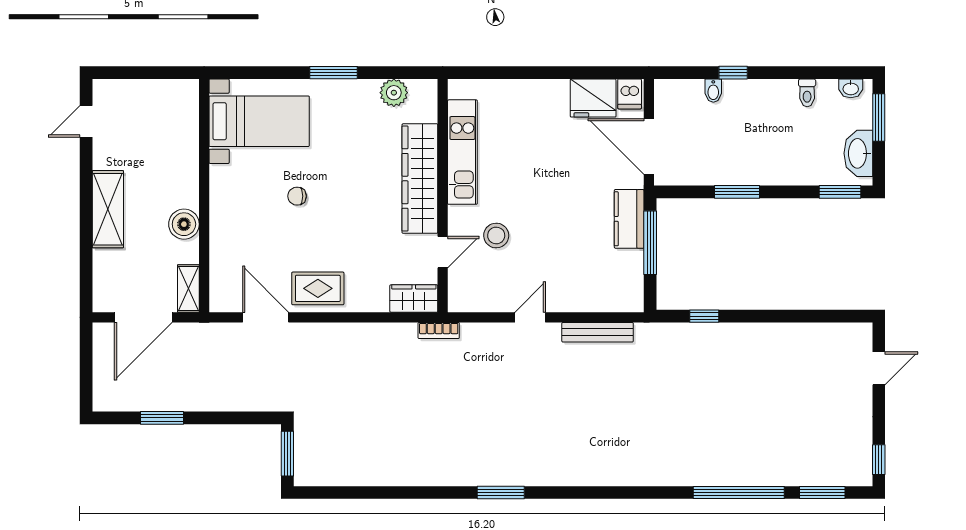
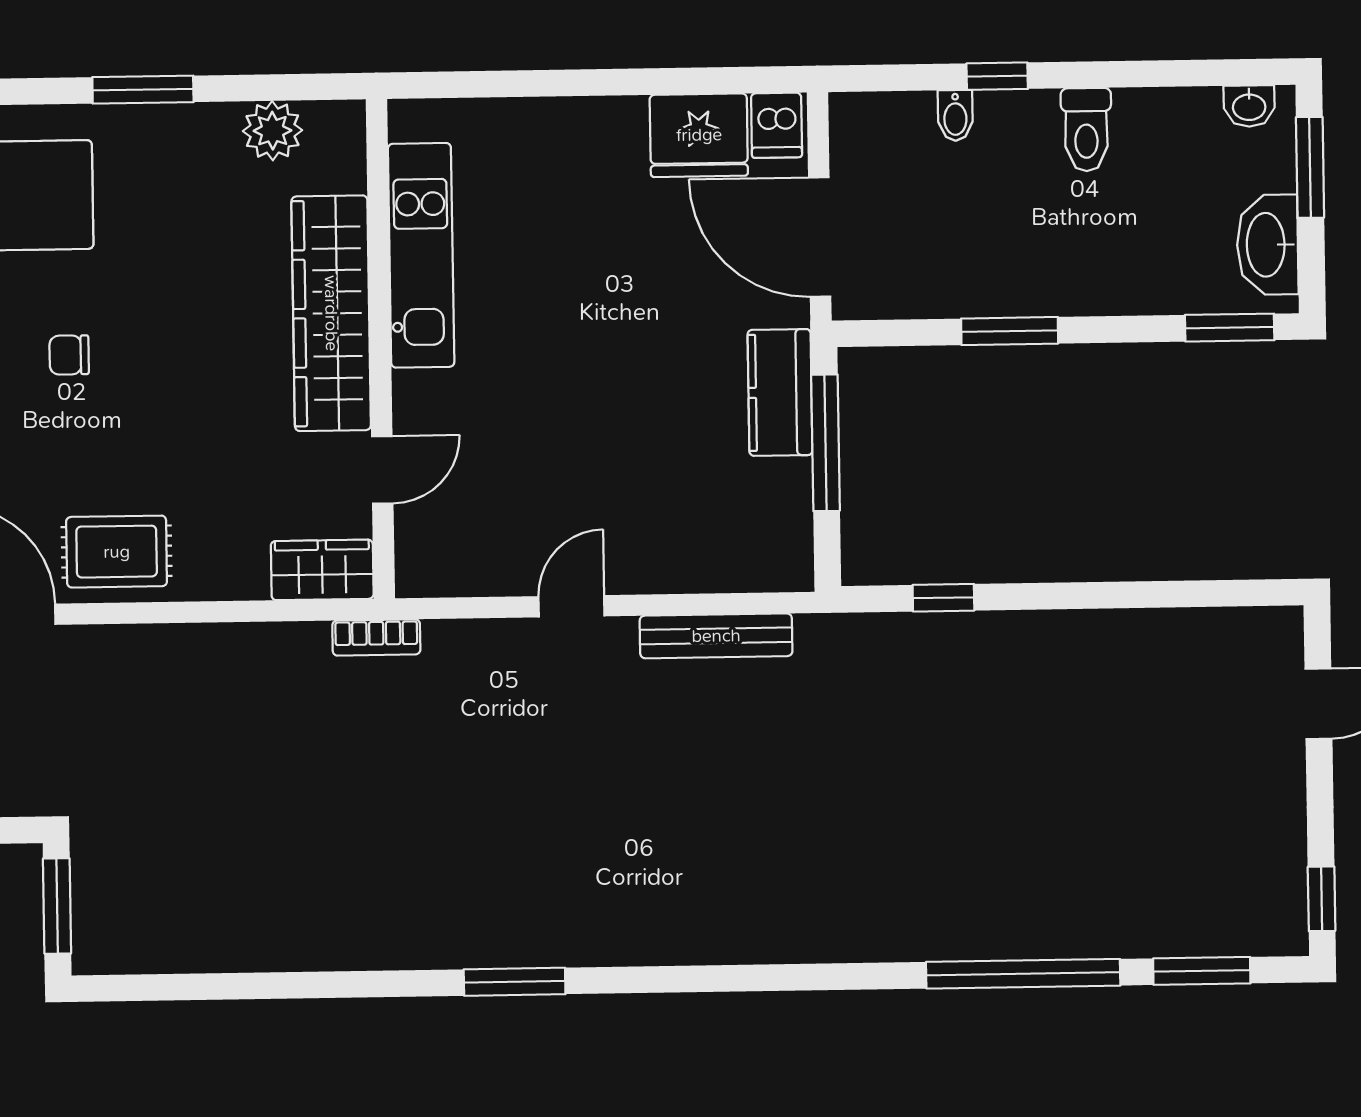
toilet: (807, 93) -> (1086, 130), moved, width x1.37, depth x1.39
stool: (496, 236) -> (496, 432), removed

